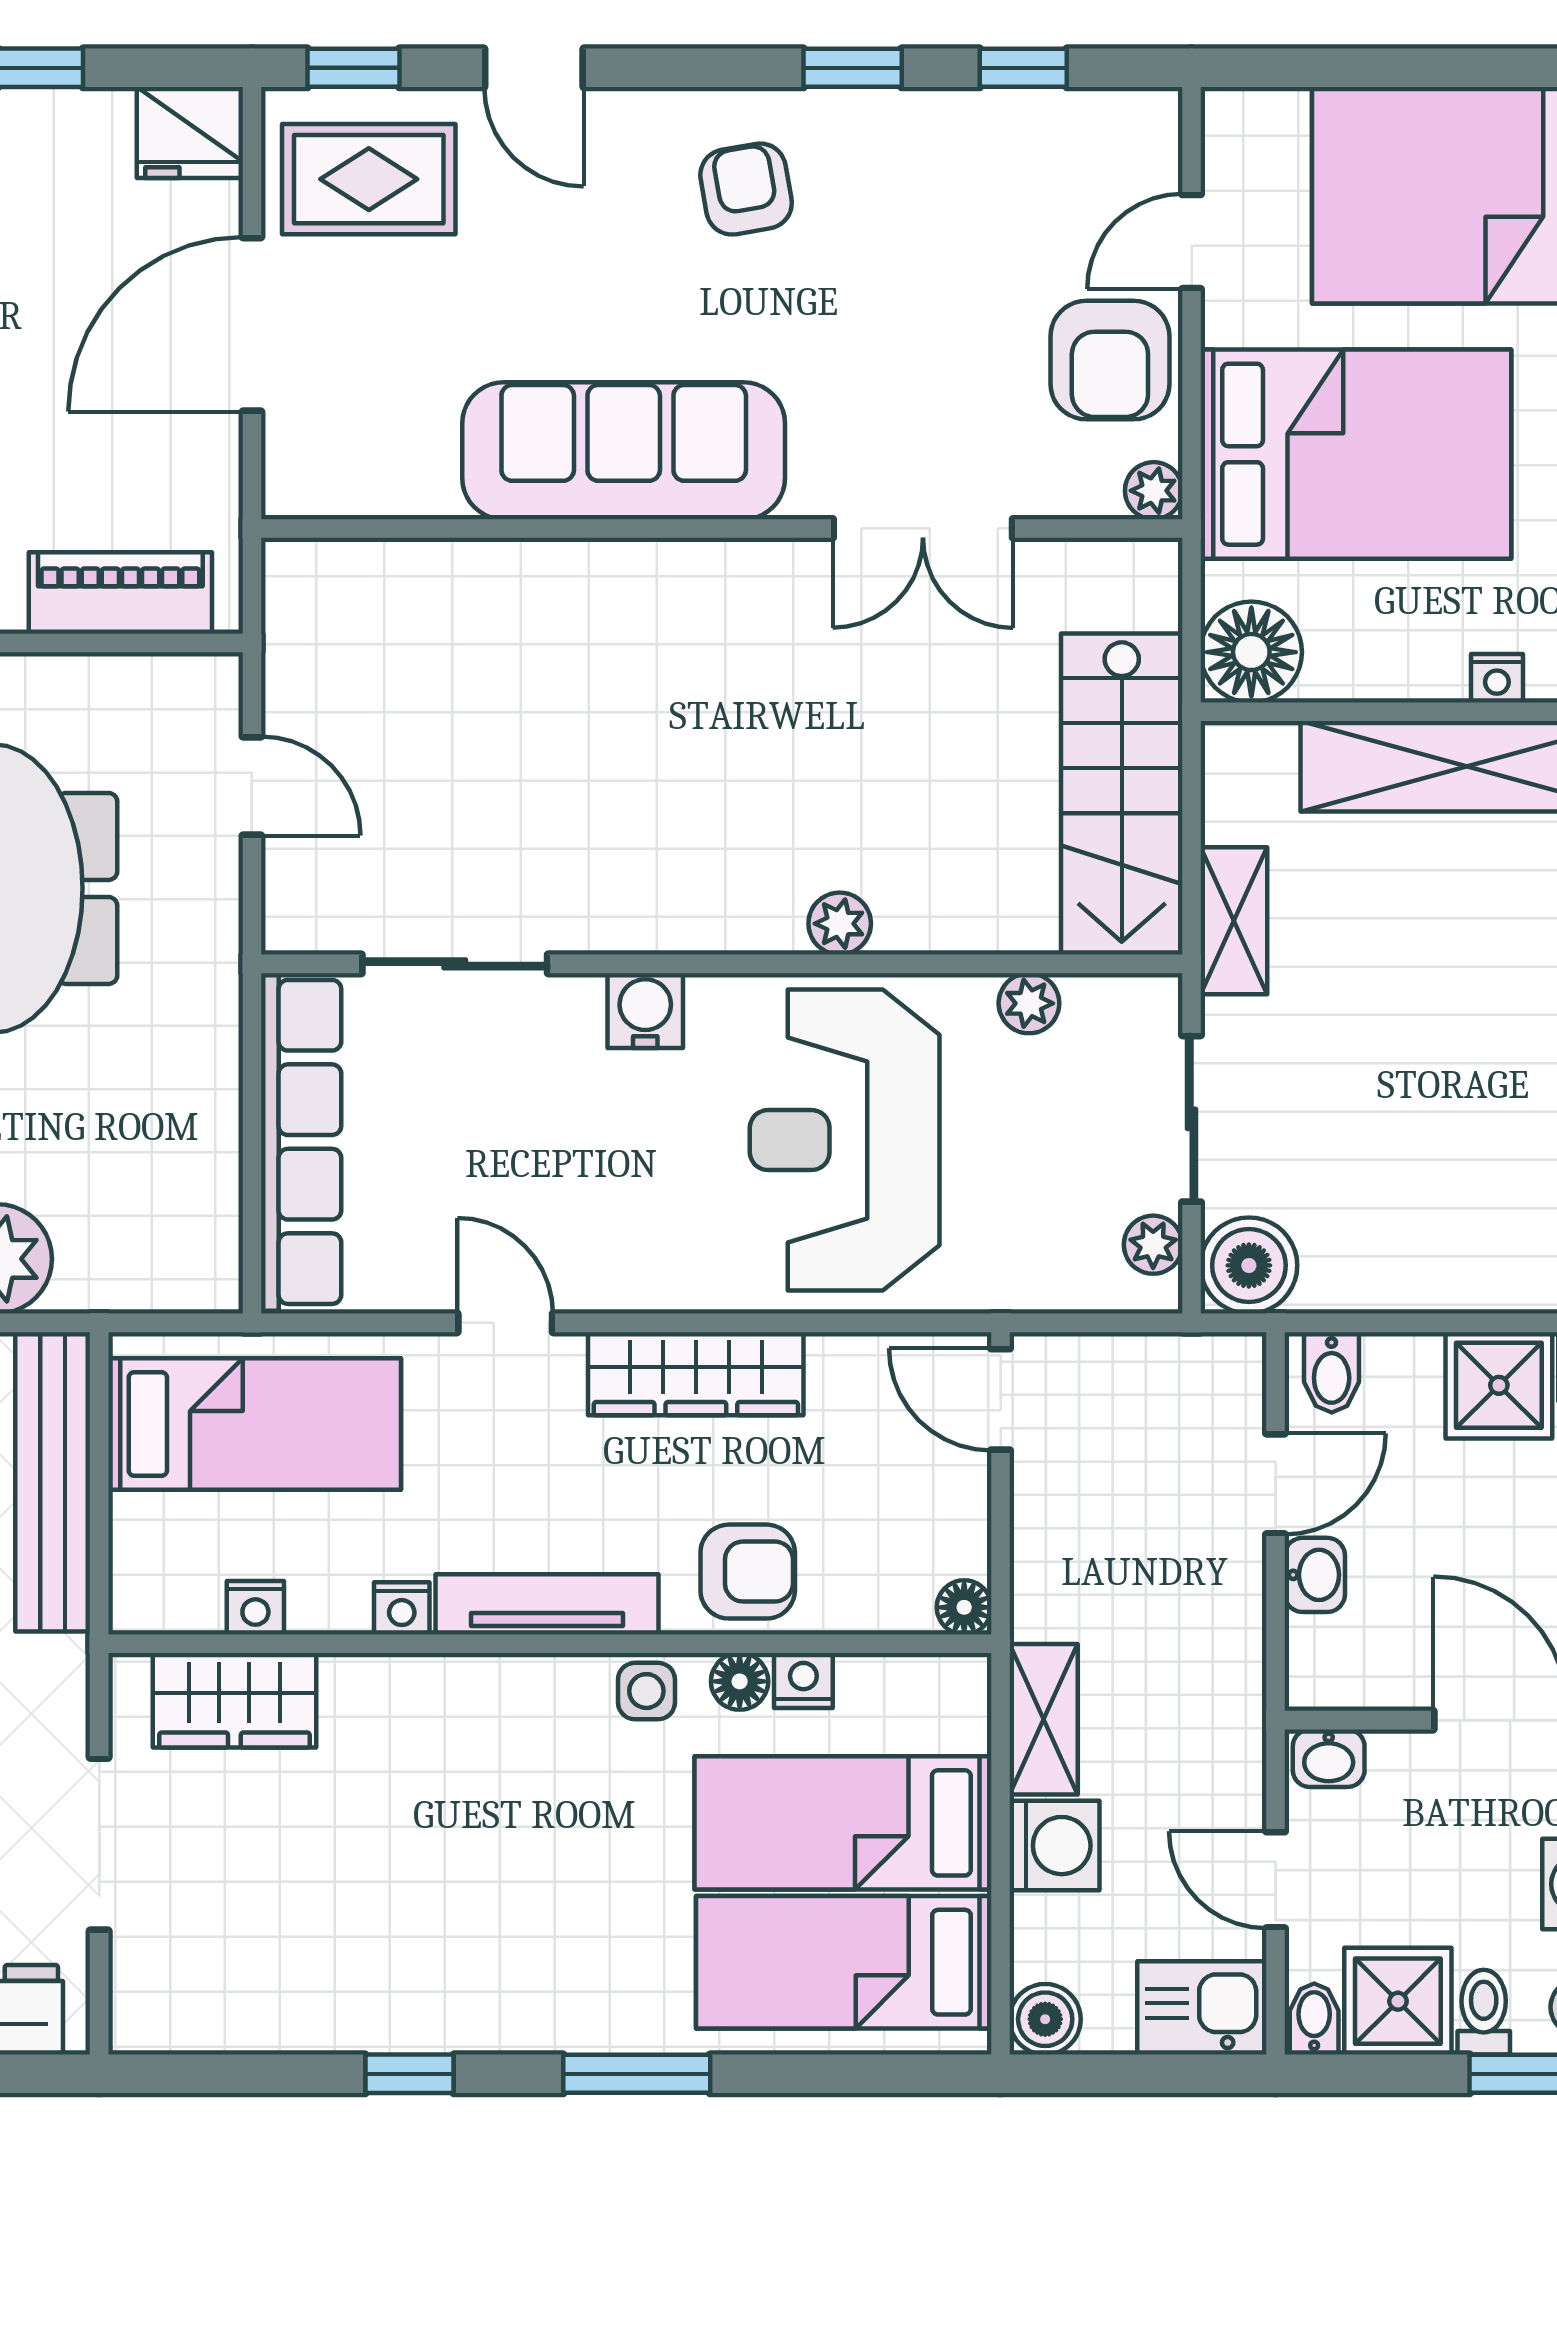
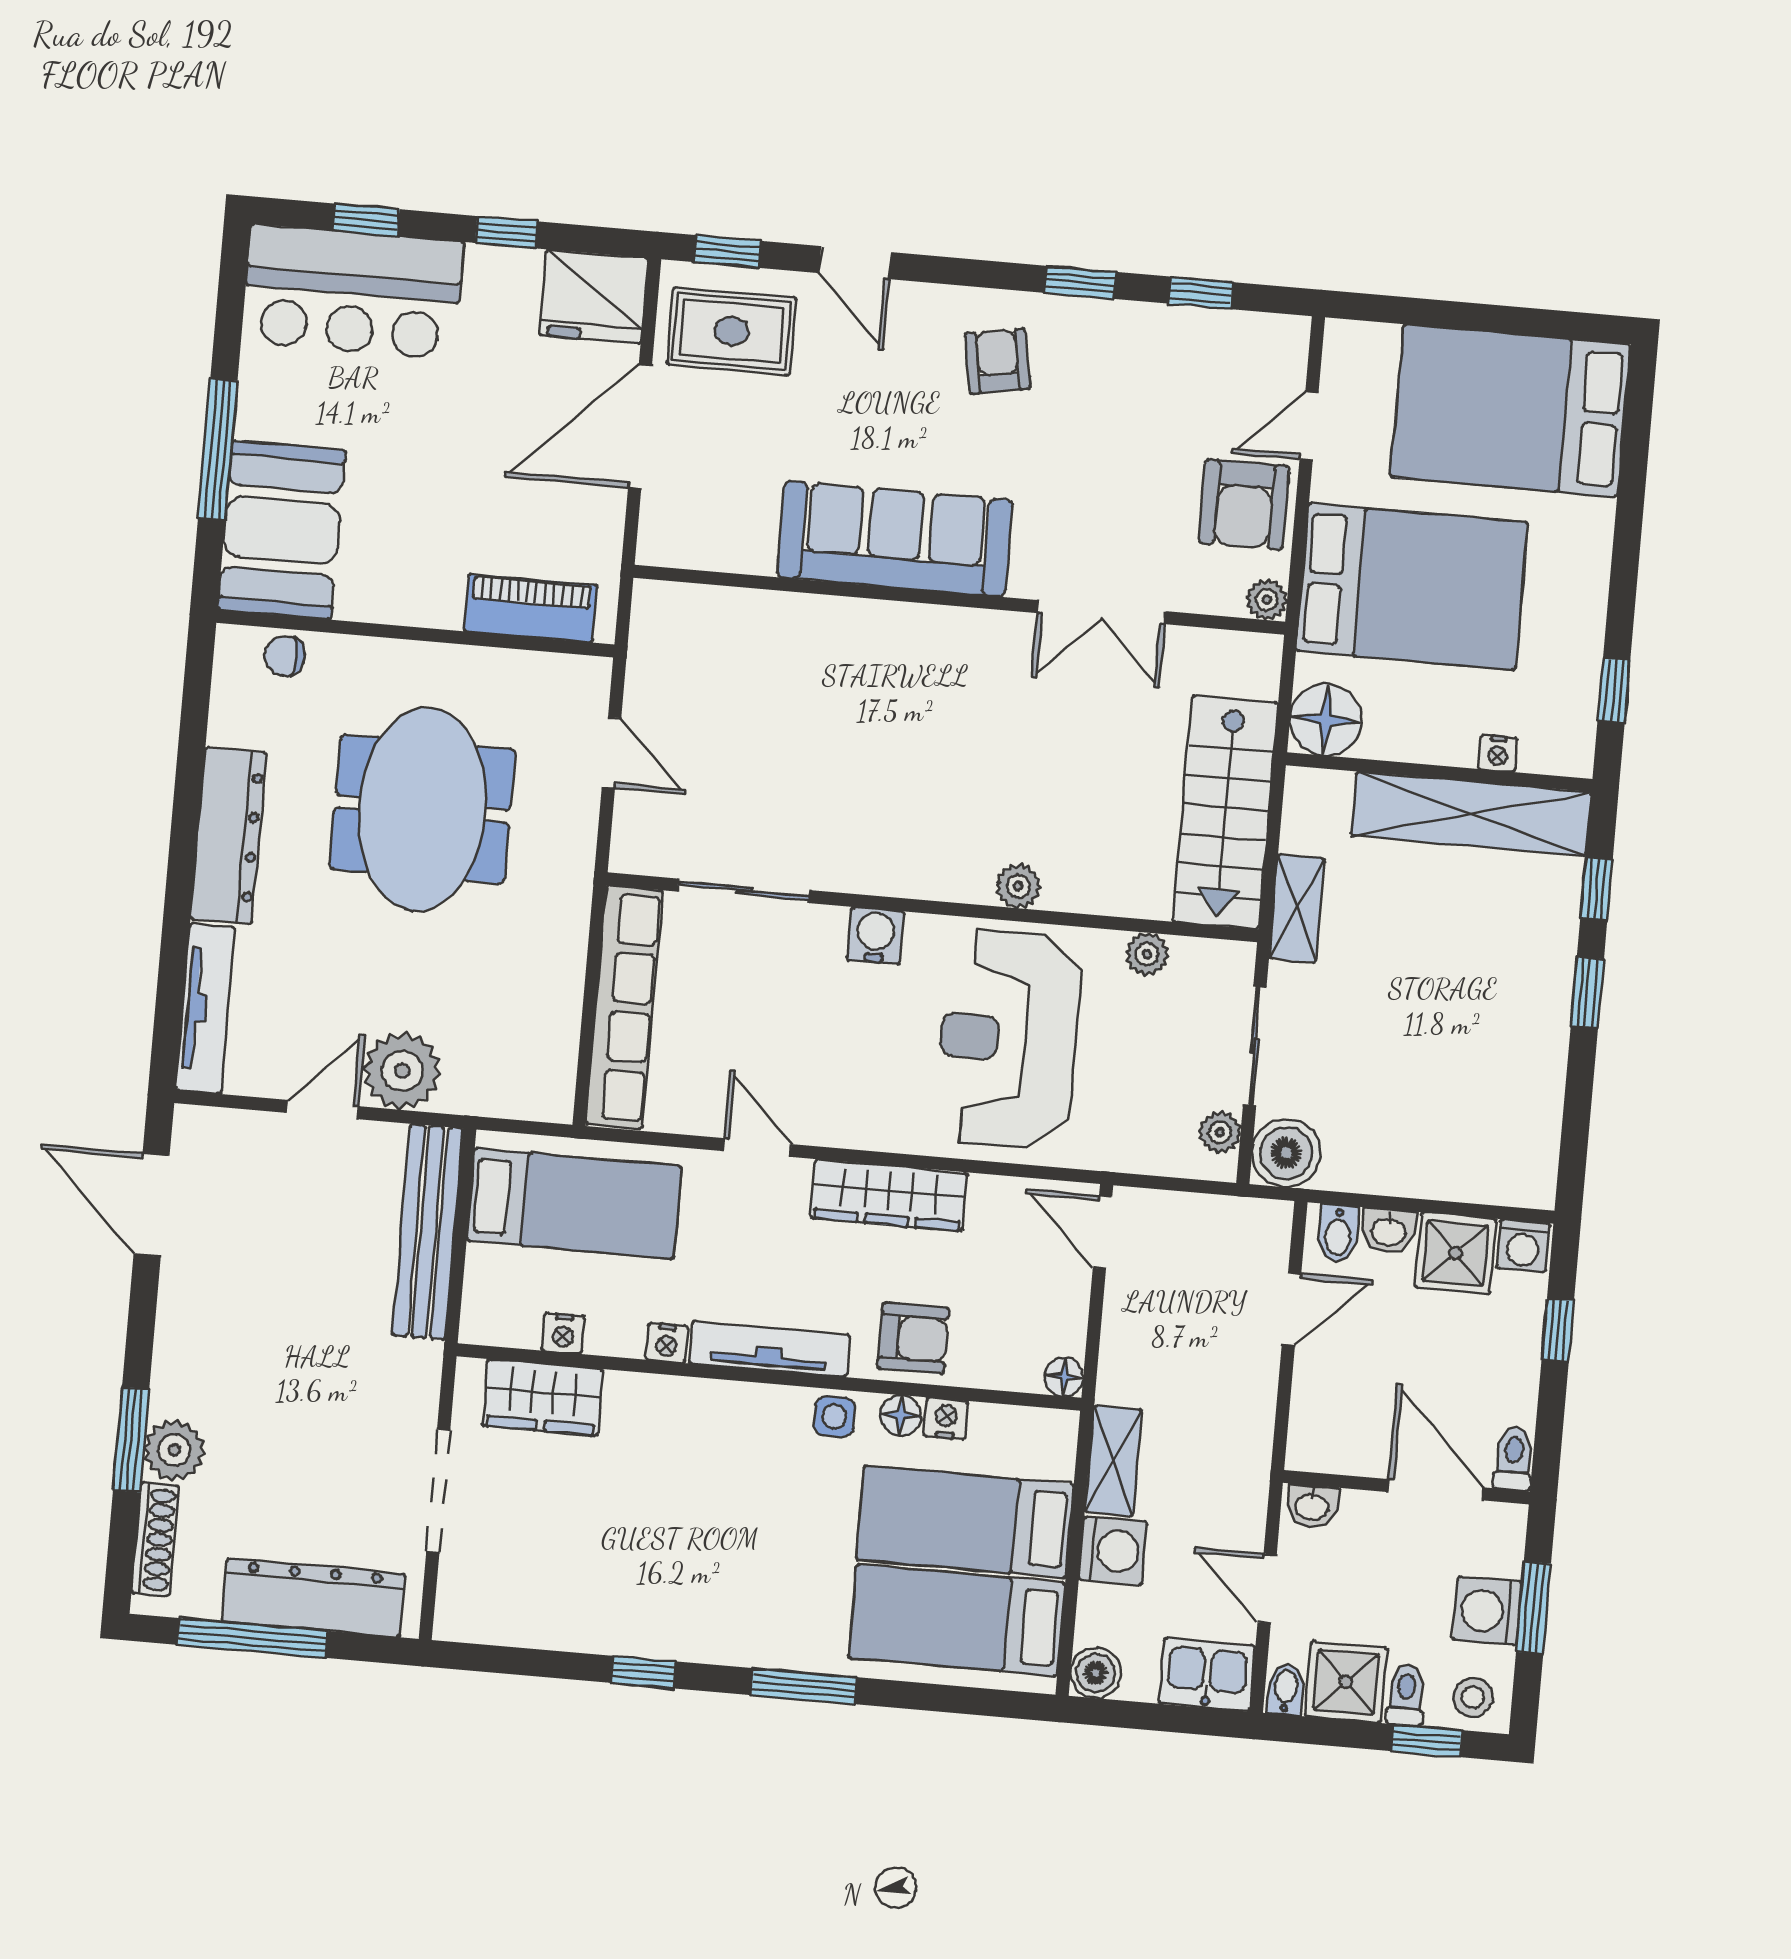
fridge: (190, 132) -> (594, 297), width x1.36, depth x1.34
washbasin: (1315, 1575) -> (1389, 1231), moved, turned 90

